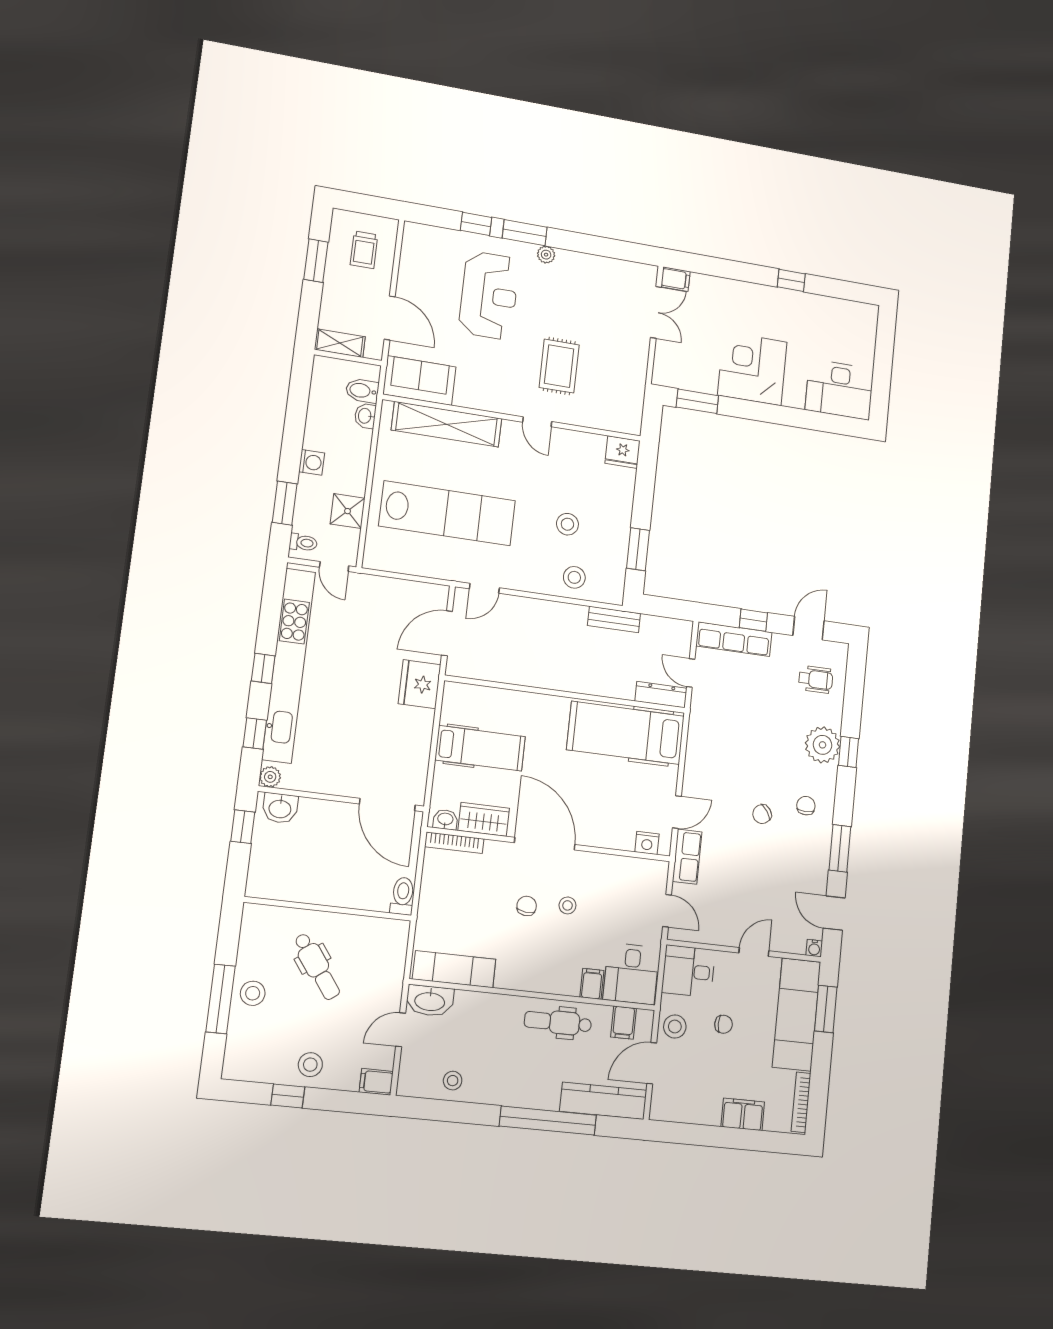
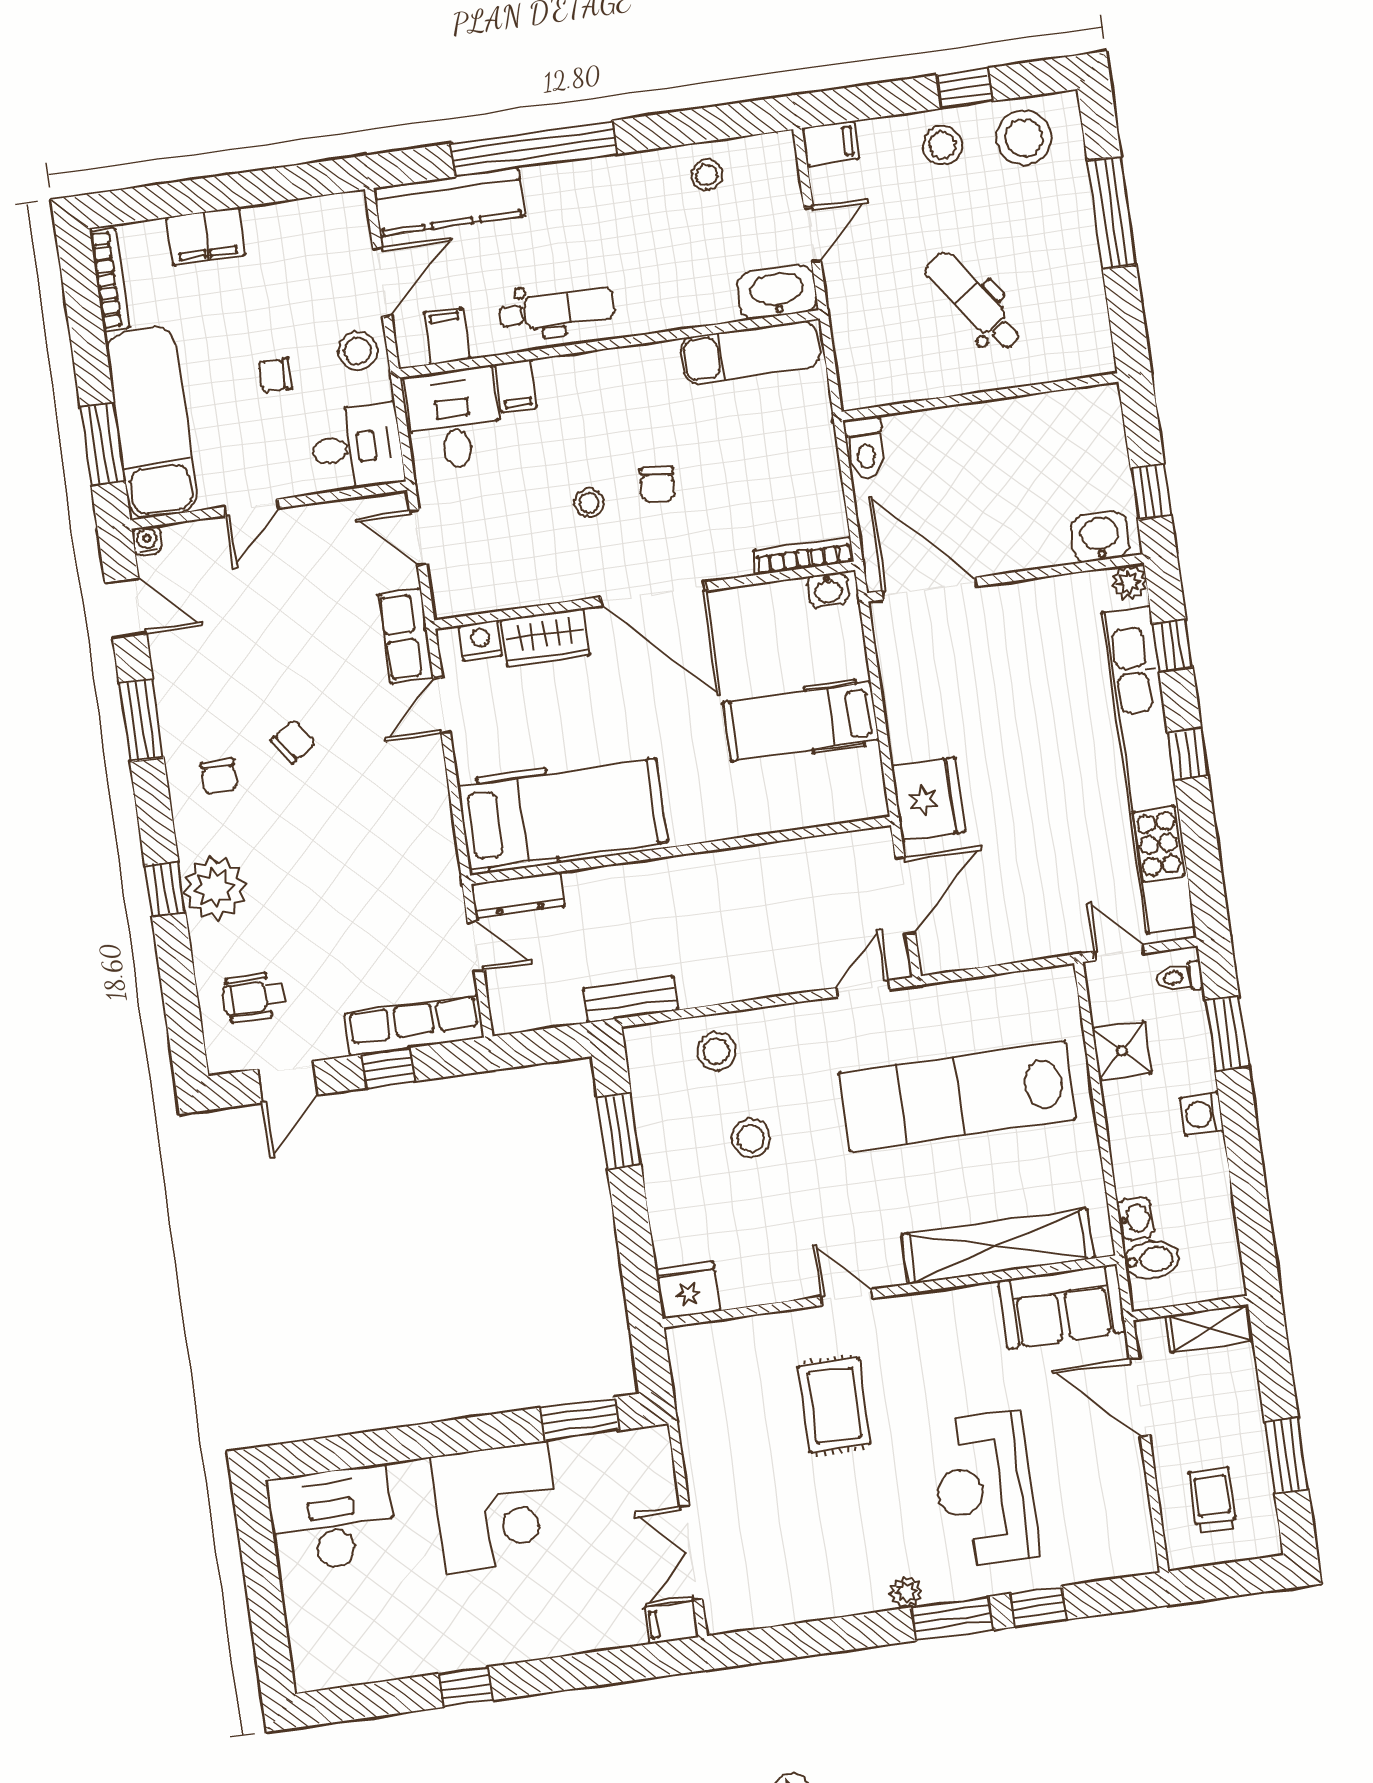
wardrobe: (484, 819) -> (545, 638), moved
stool: (253, 993) -> (1024, 138), moved, width x1.38, depth x1.38

